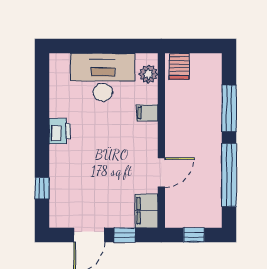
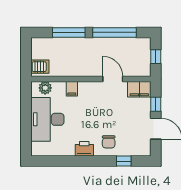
chair: (70, 166) -> (109, 142), added

